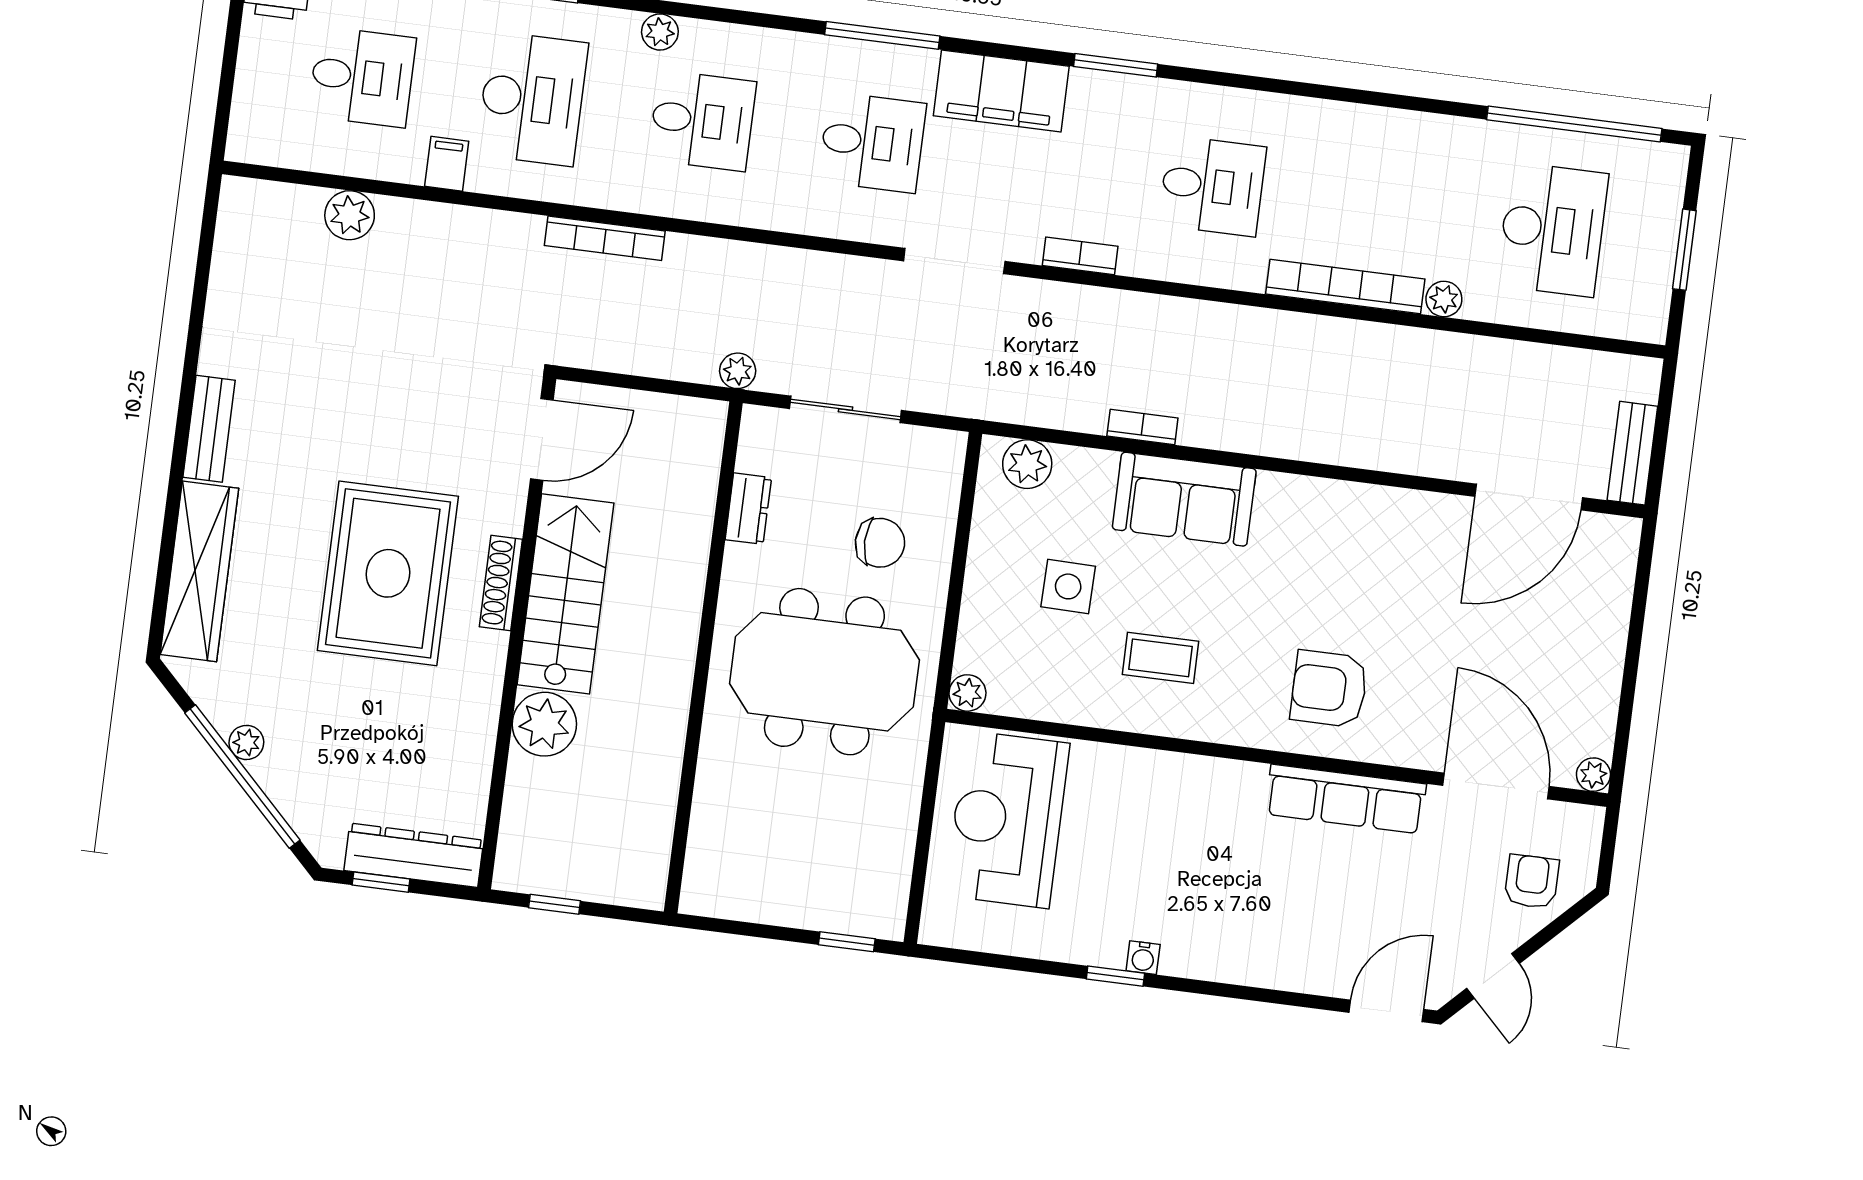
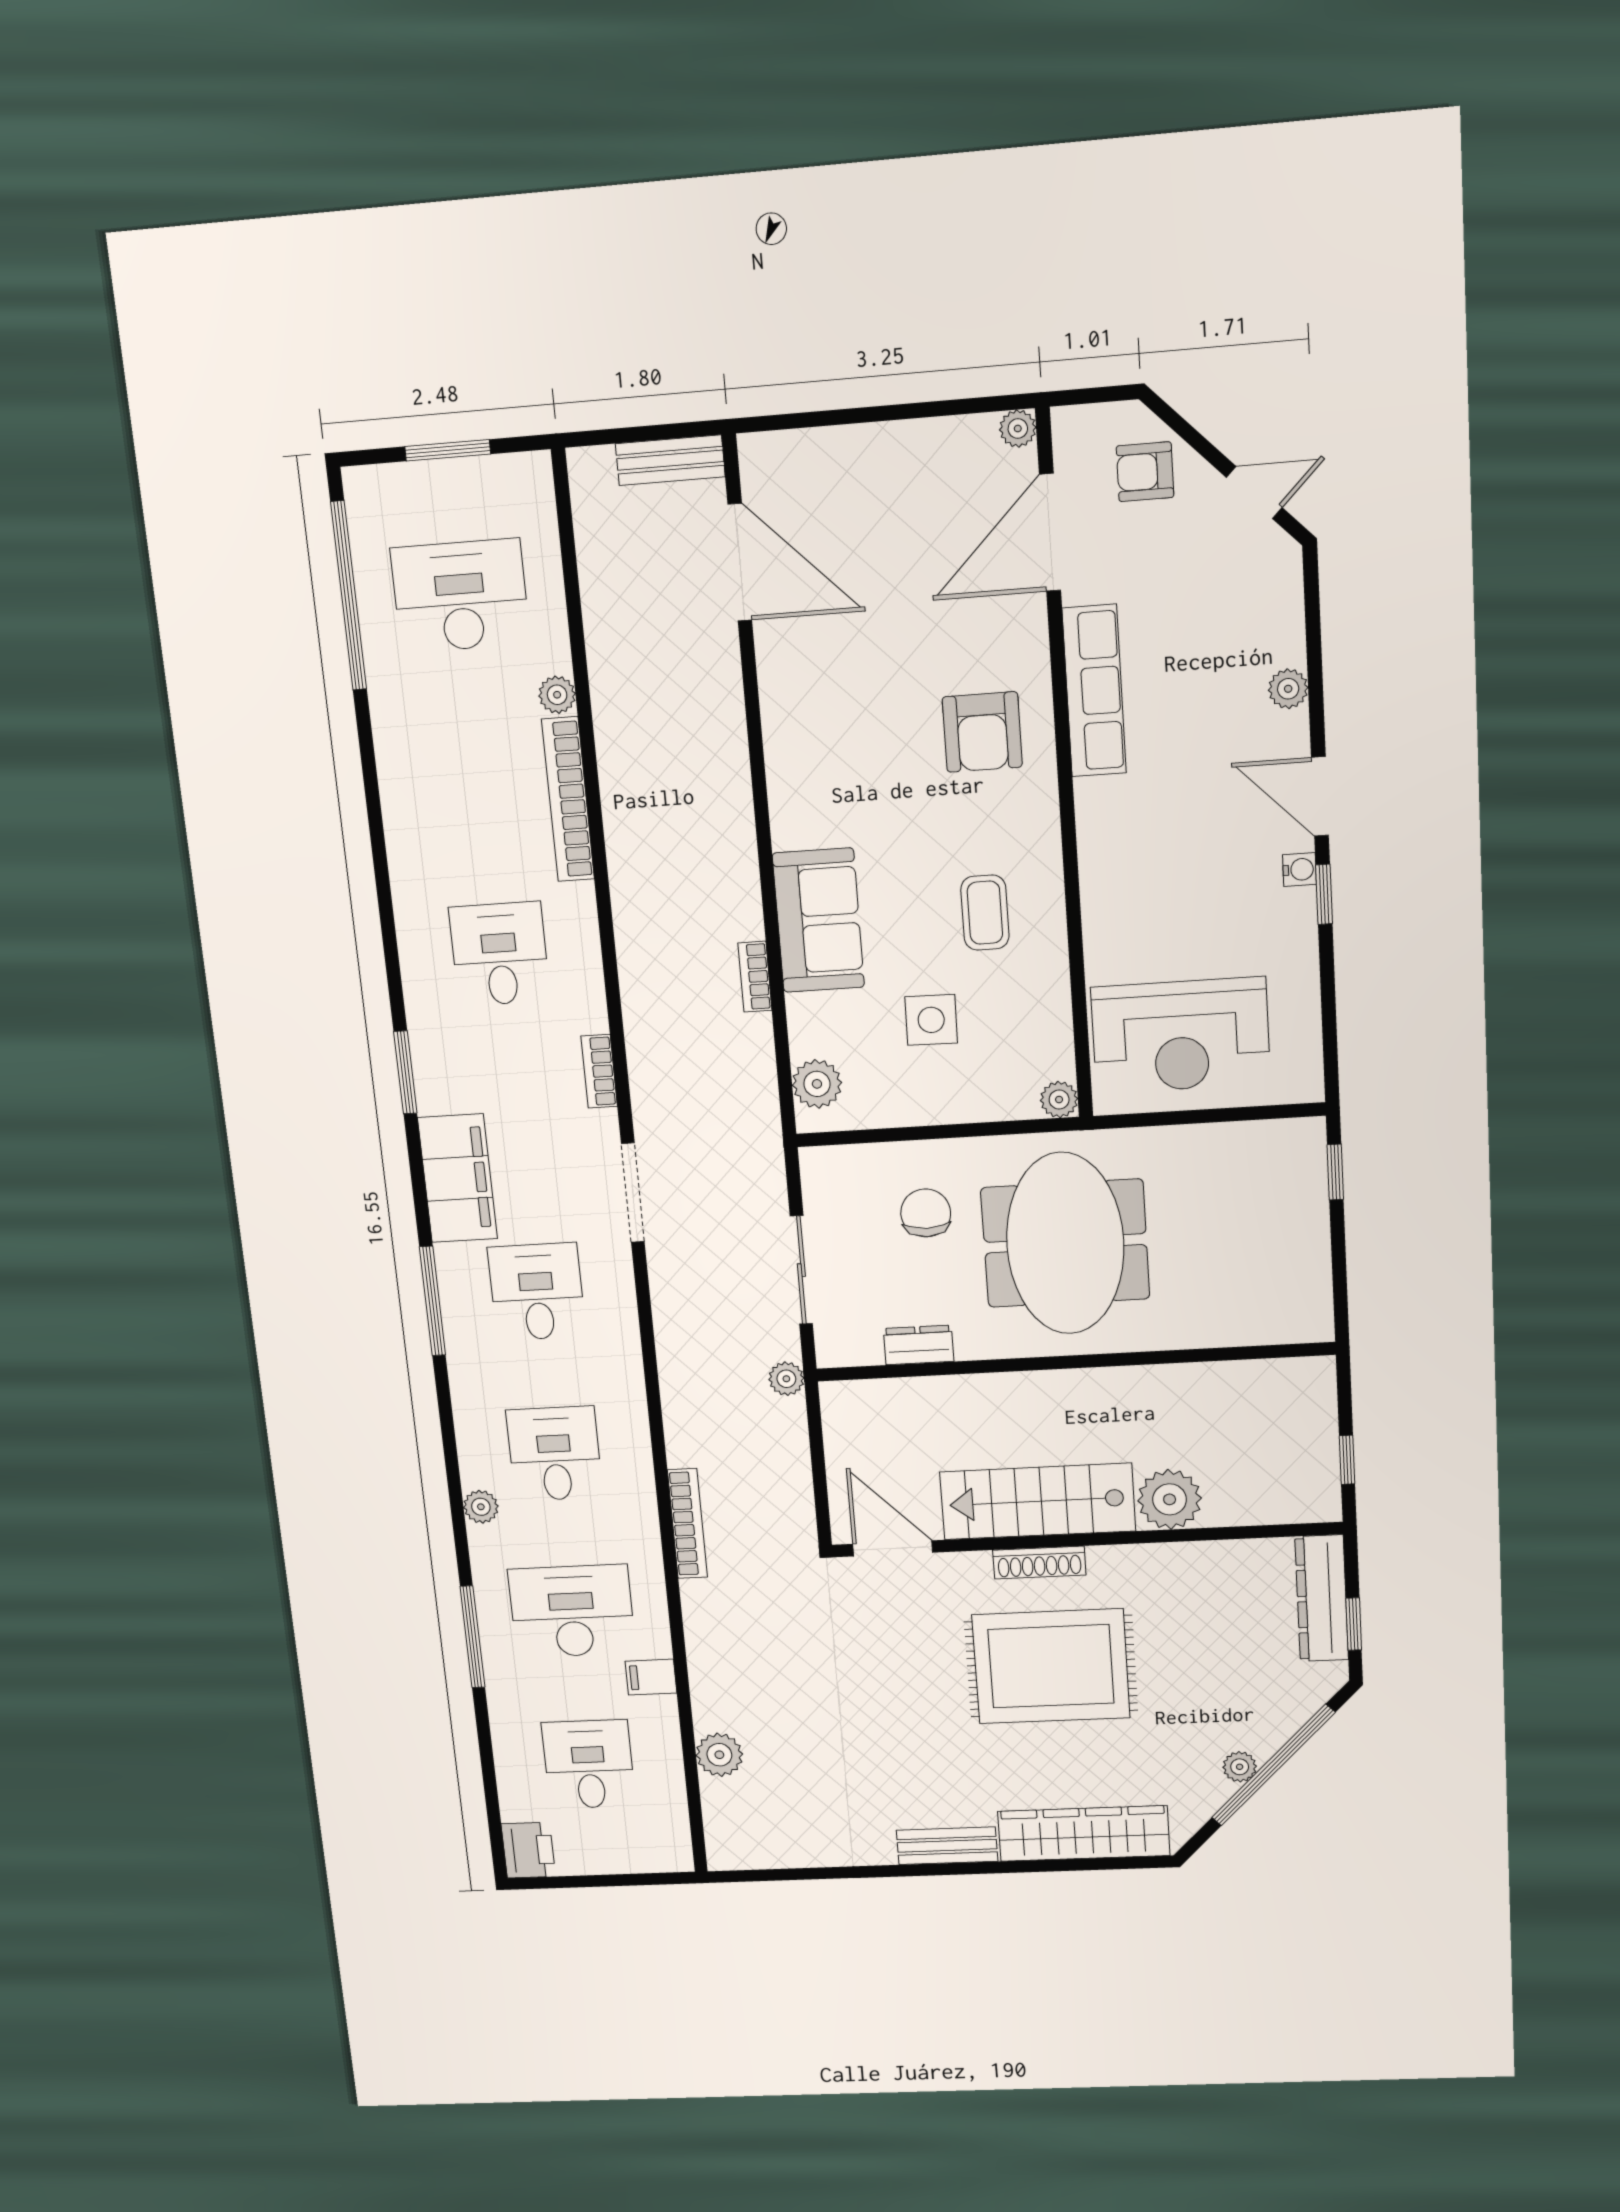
plant: (1312, 976) -> (1288, 689), added
door: (1386, 1011) -> (1320, 796), moved

